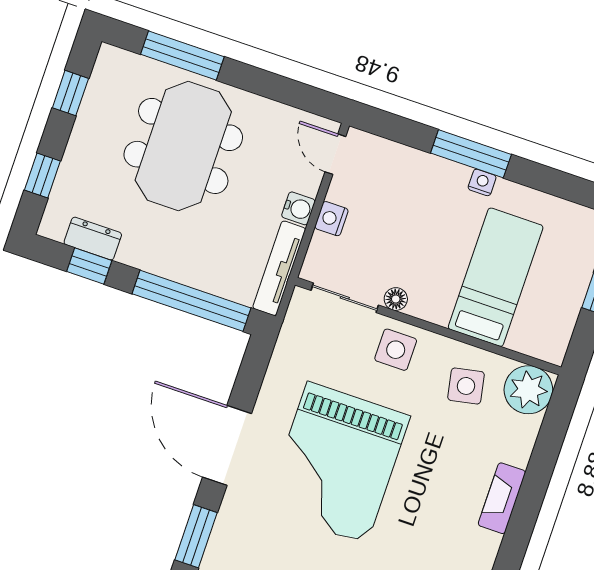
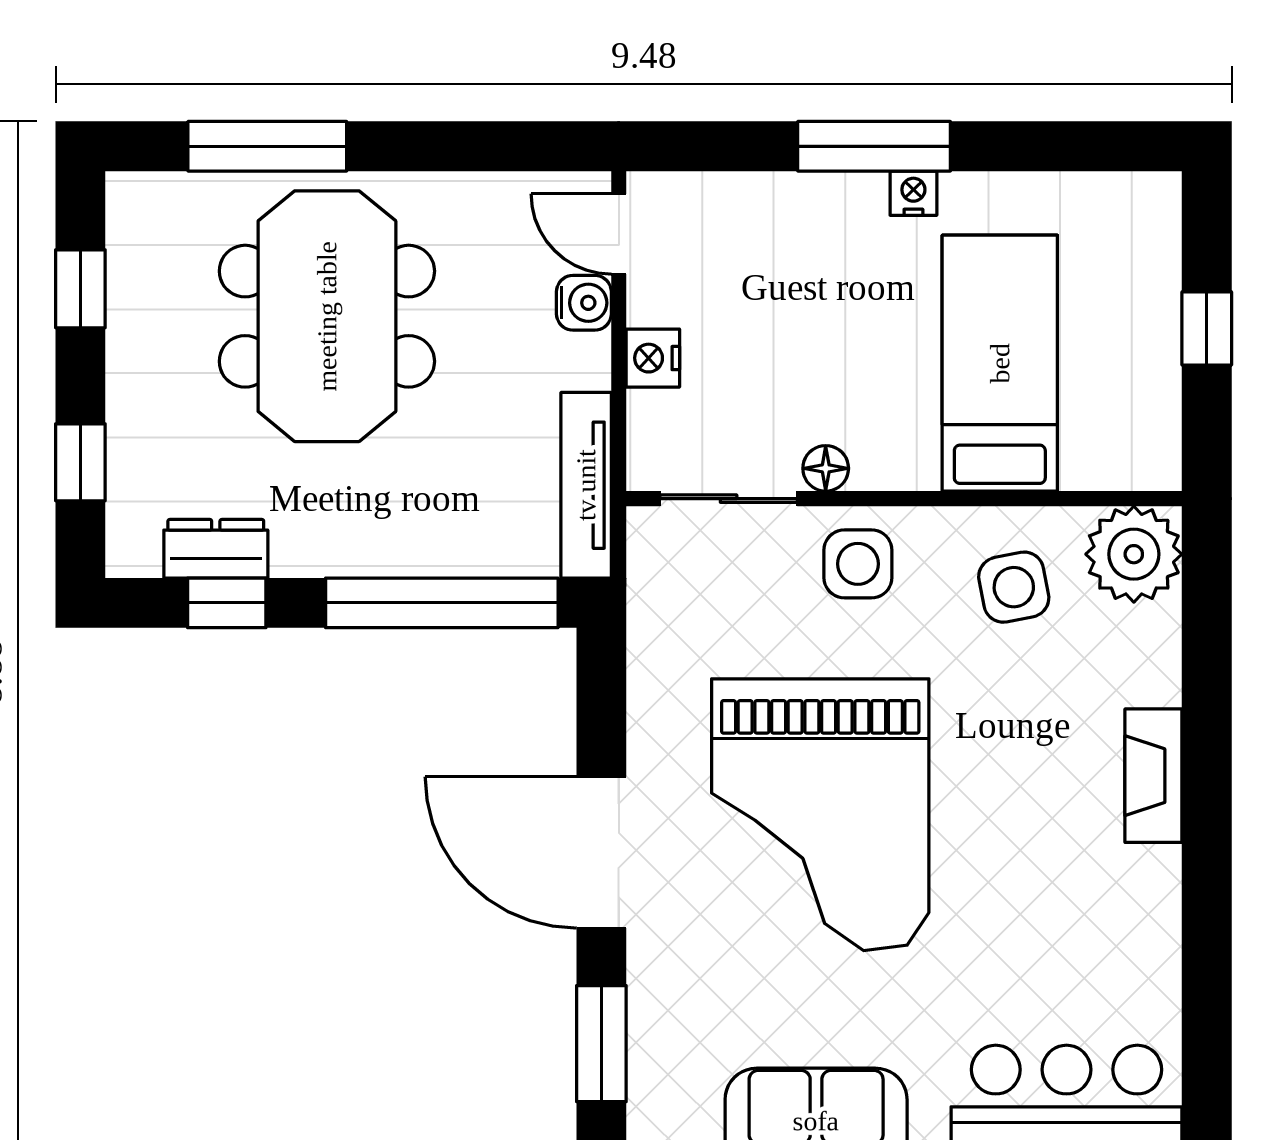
water cooler: (298, 208) -> (584, 303), moved

